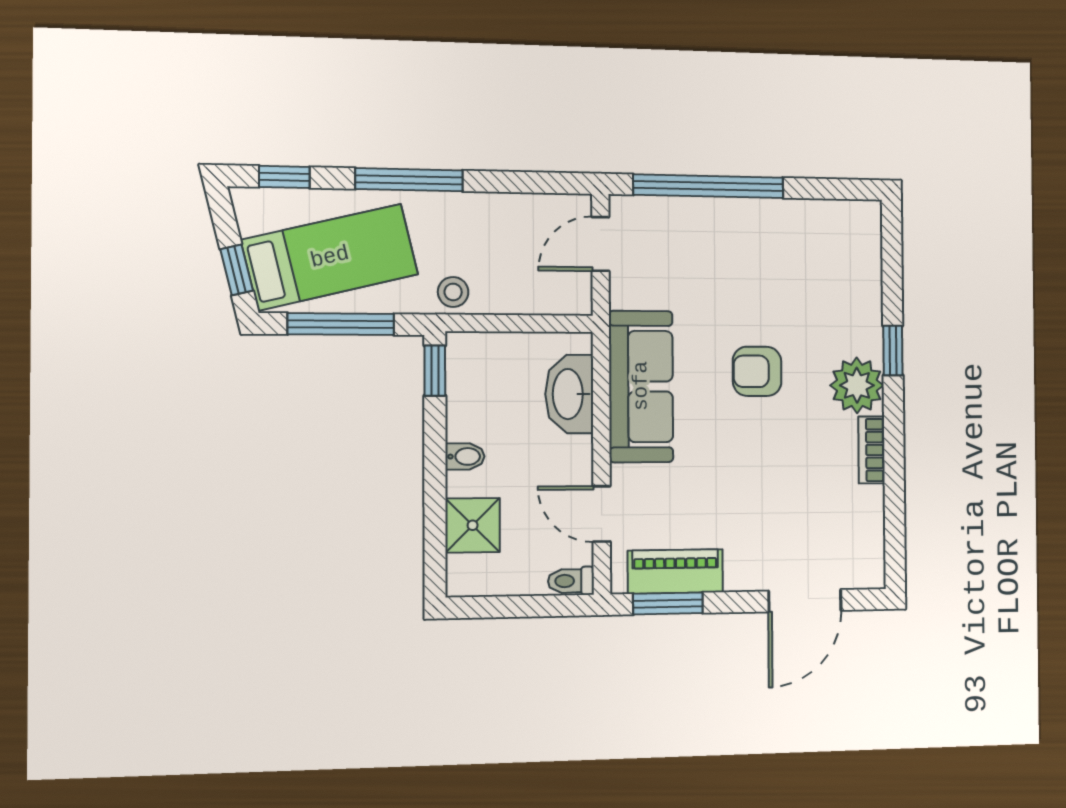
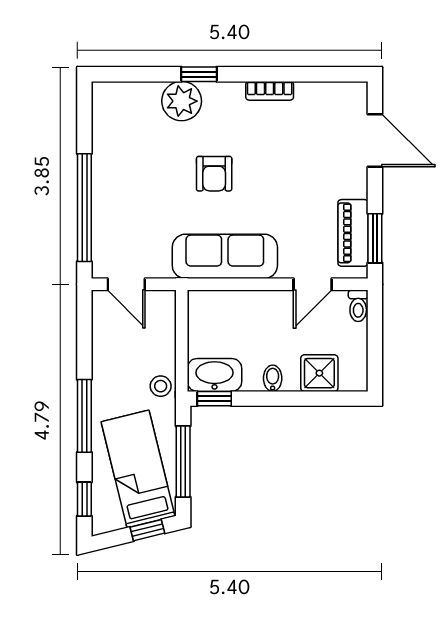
plant: (857, 385) -> (182, 101), moved
washbasin: (569, 394) -> (214, 375), moved, turned 180

